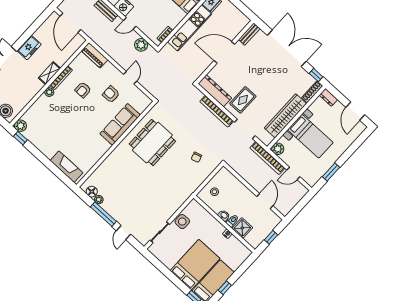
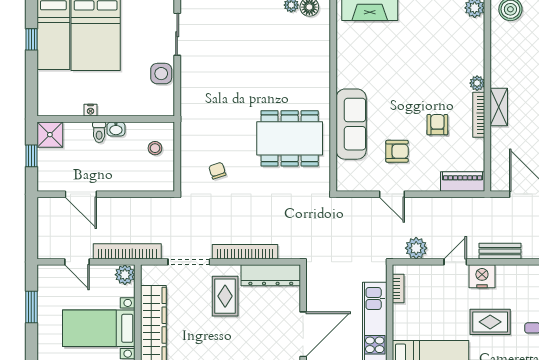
dining table: (152, 143) -> (290, 138), turned 90
door: (293, 173) -> (77, 262), swing flipped
shower: (242, 228) -> (50, 135), moved

